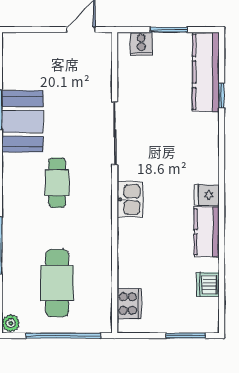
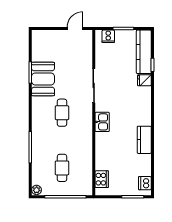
fridge: (207, 195) -> (144, 80), moved
cafe table: (57, 283) -> (62, 168), width x0.73, depth x0.74
dishwasher: (208, 285) -> (145, 183), moved

